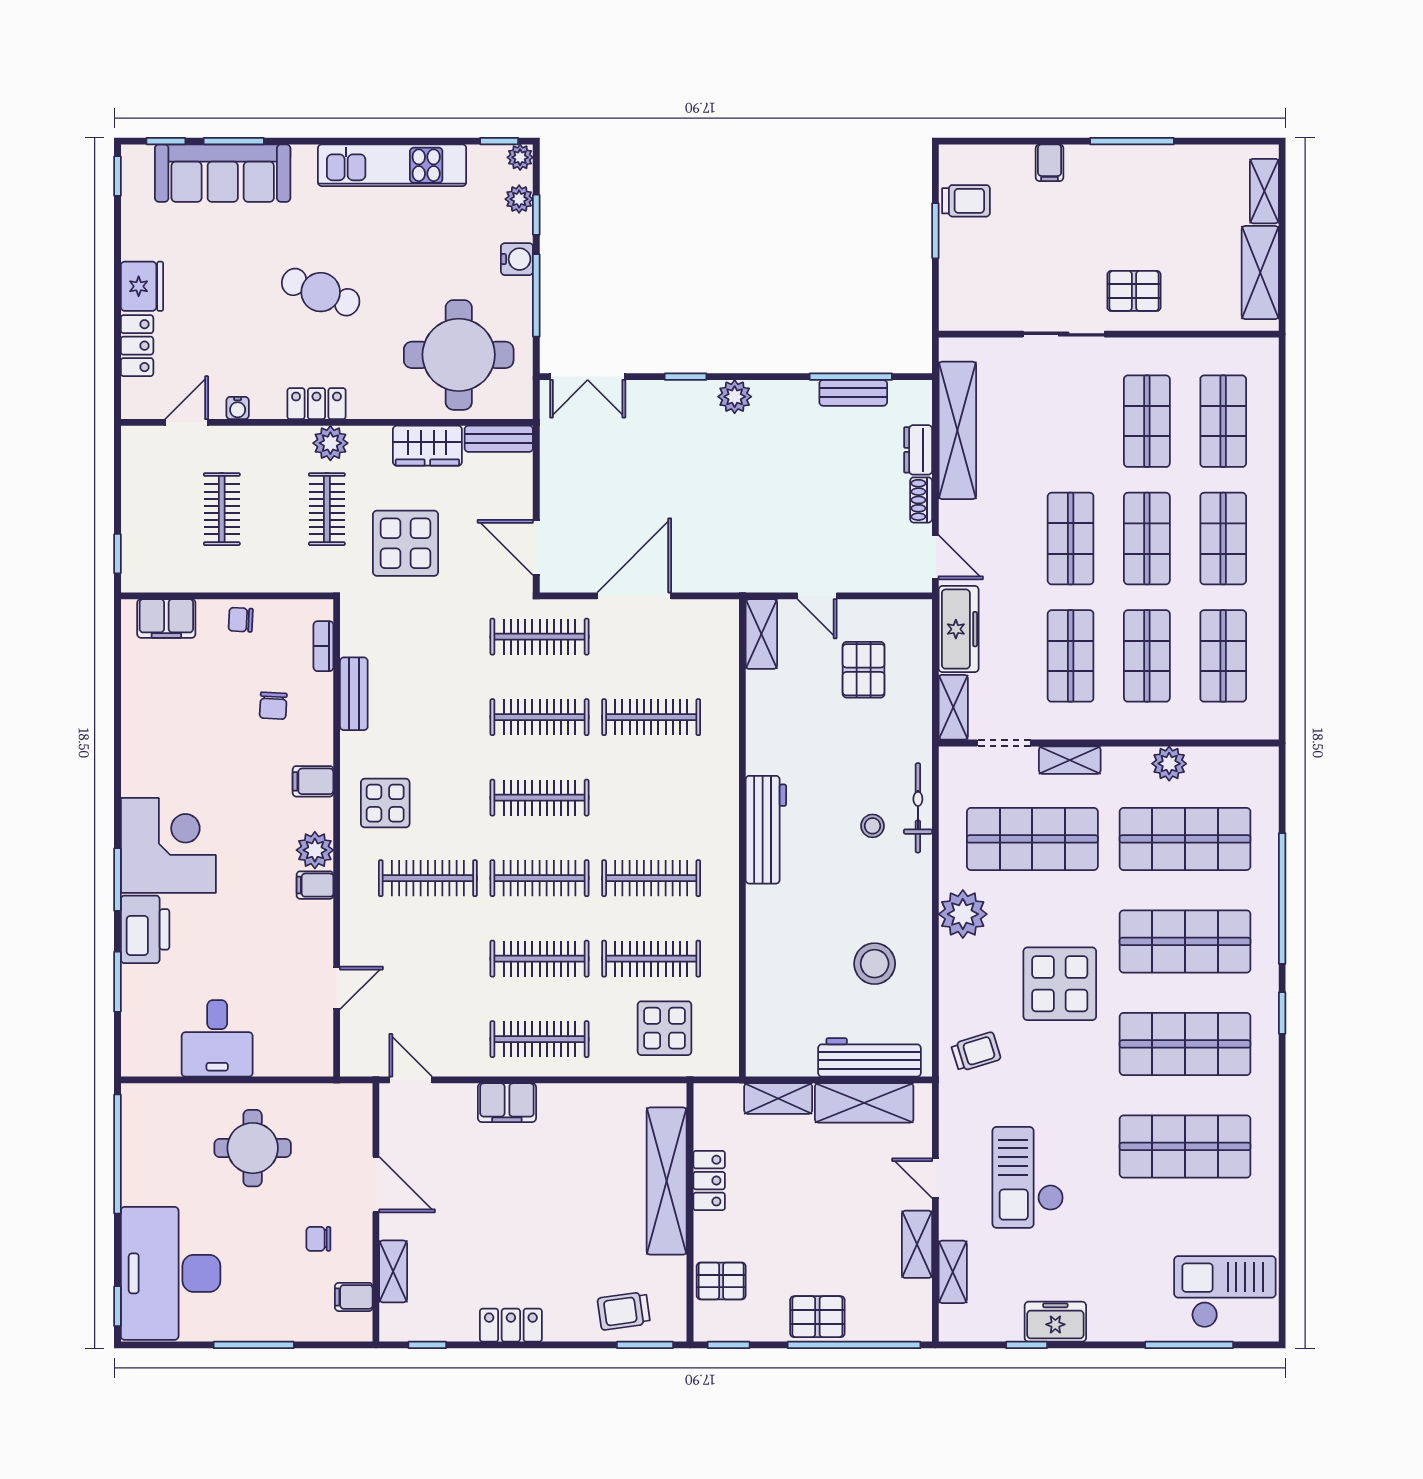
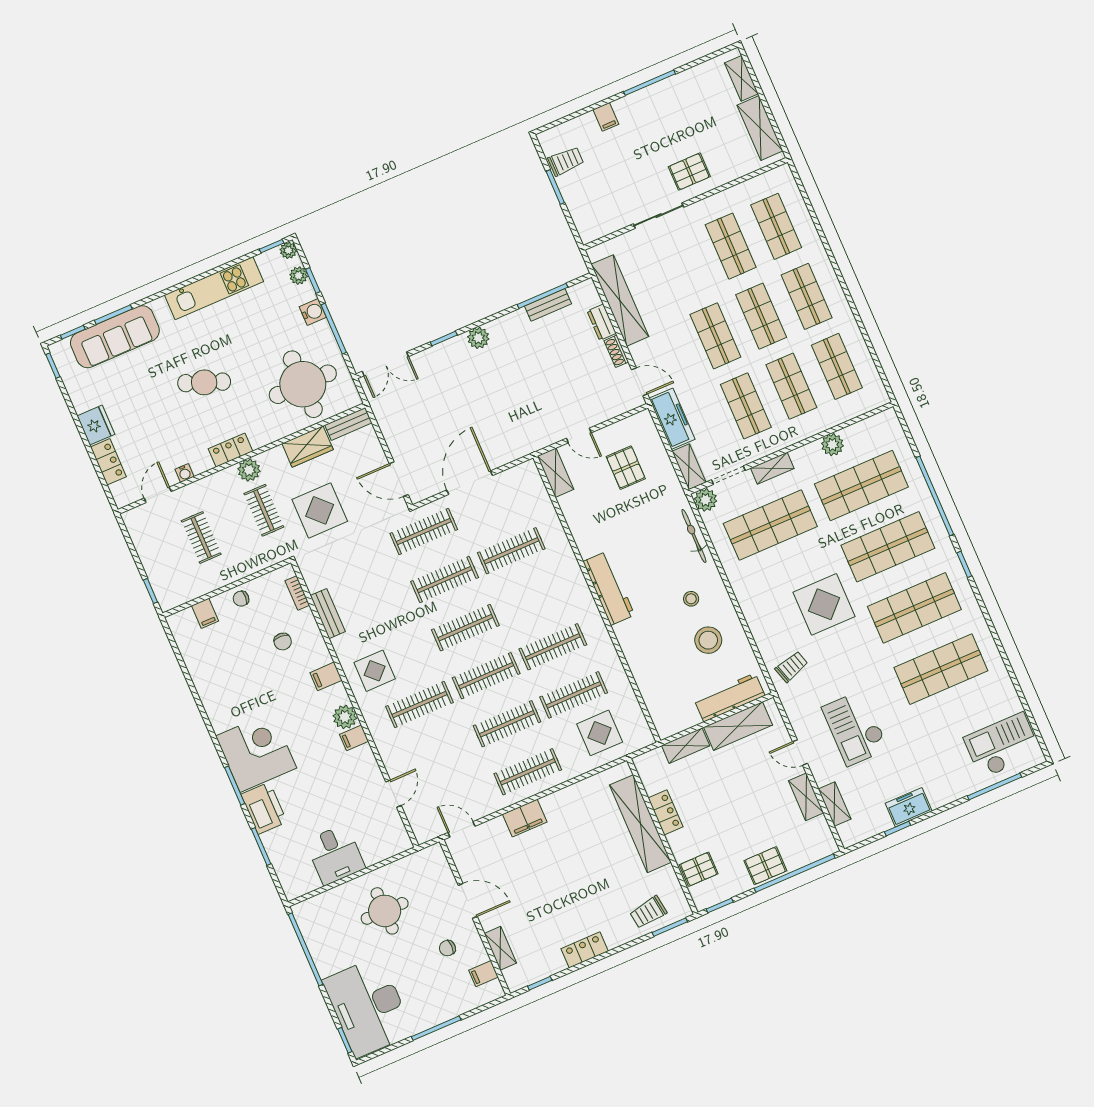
filing cabinet: (166, 618) -> (205, 613), width x0.50
stool: (873, 826) -> (691, 599), moved
plant: (963, 914) -> (706, 500), moved, width x0.73, depth x0.73

